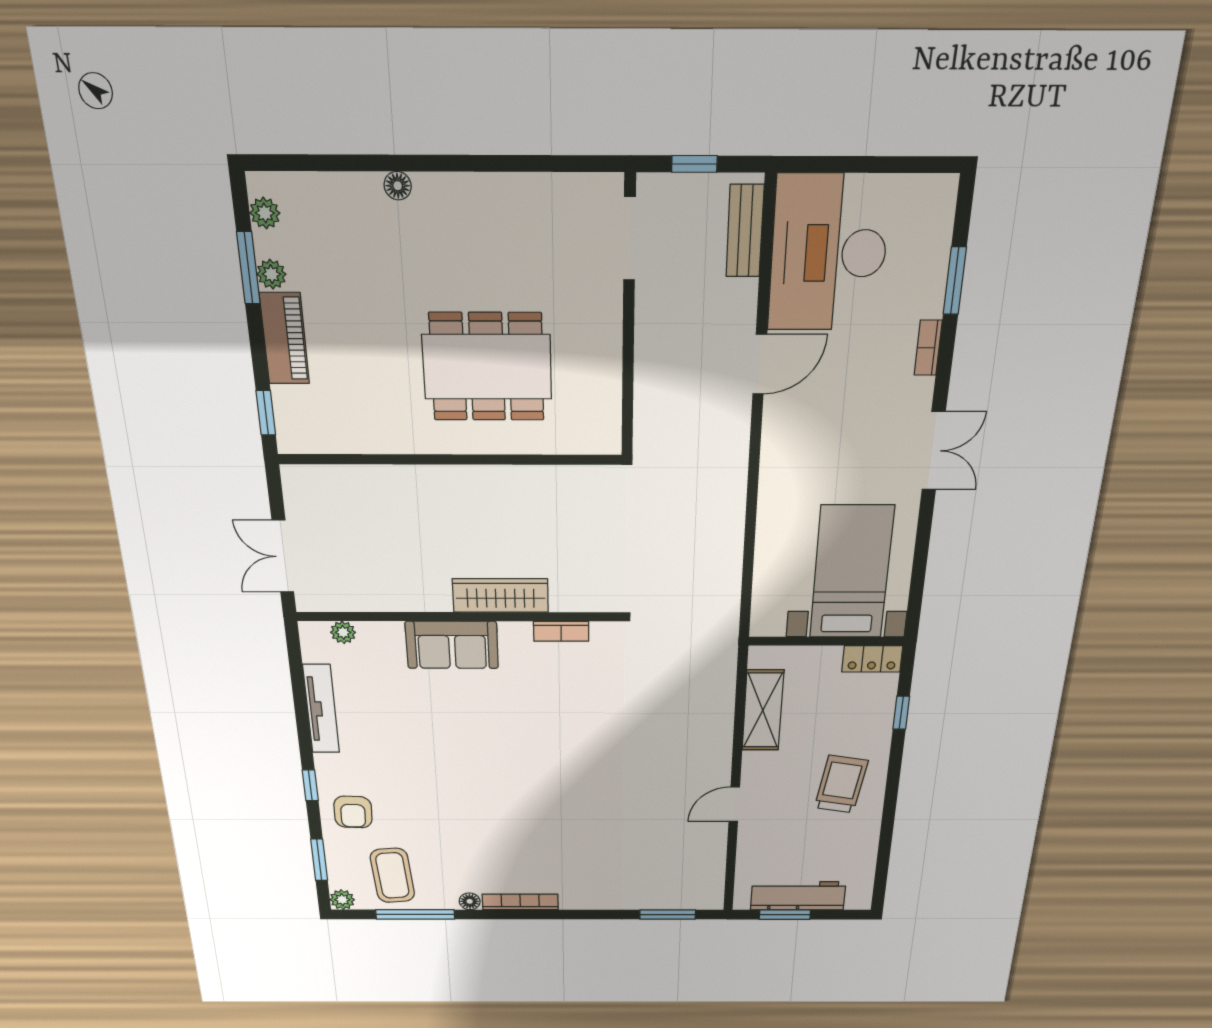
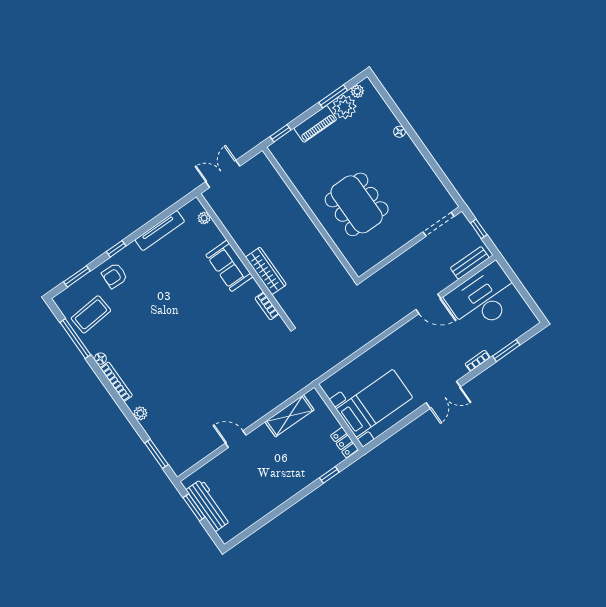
plant: (271, 274) -> (344, 107), width x1.88, depth x1.88
trolley: (841, 784) -> (278, 478), removed
plant: (342, 900) -> (140, 413), moved

